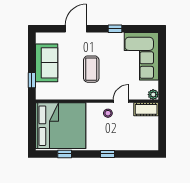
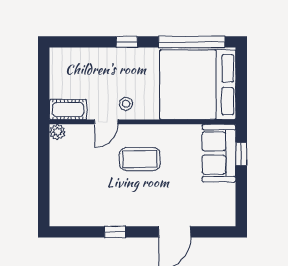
corner sofa: (141, 56) -> (75, 190), removed
sofa: (47, 63) -> (219, 153), moved
coffee table: (91, 69) -> (140, 159), moved, turned 90
window: (65, 154) -> (192, 42), width x3.17

